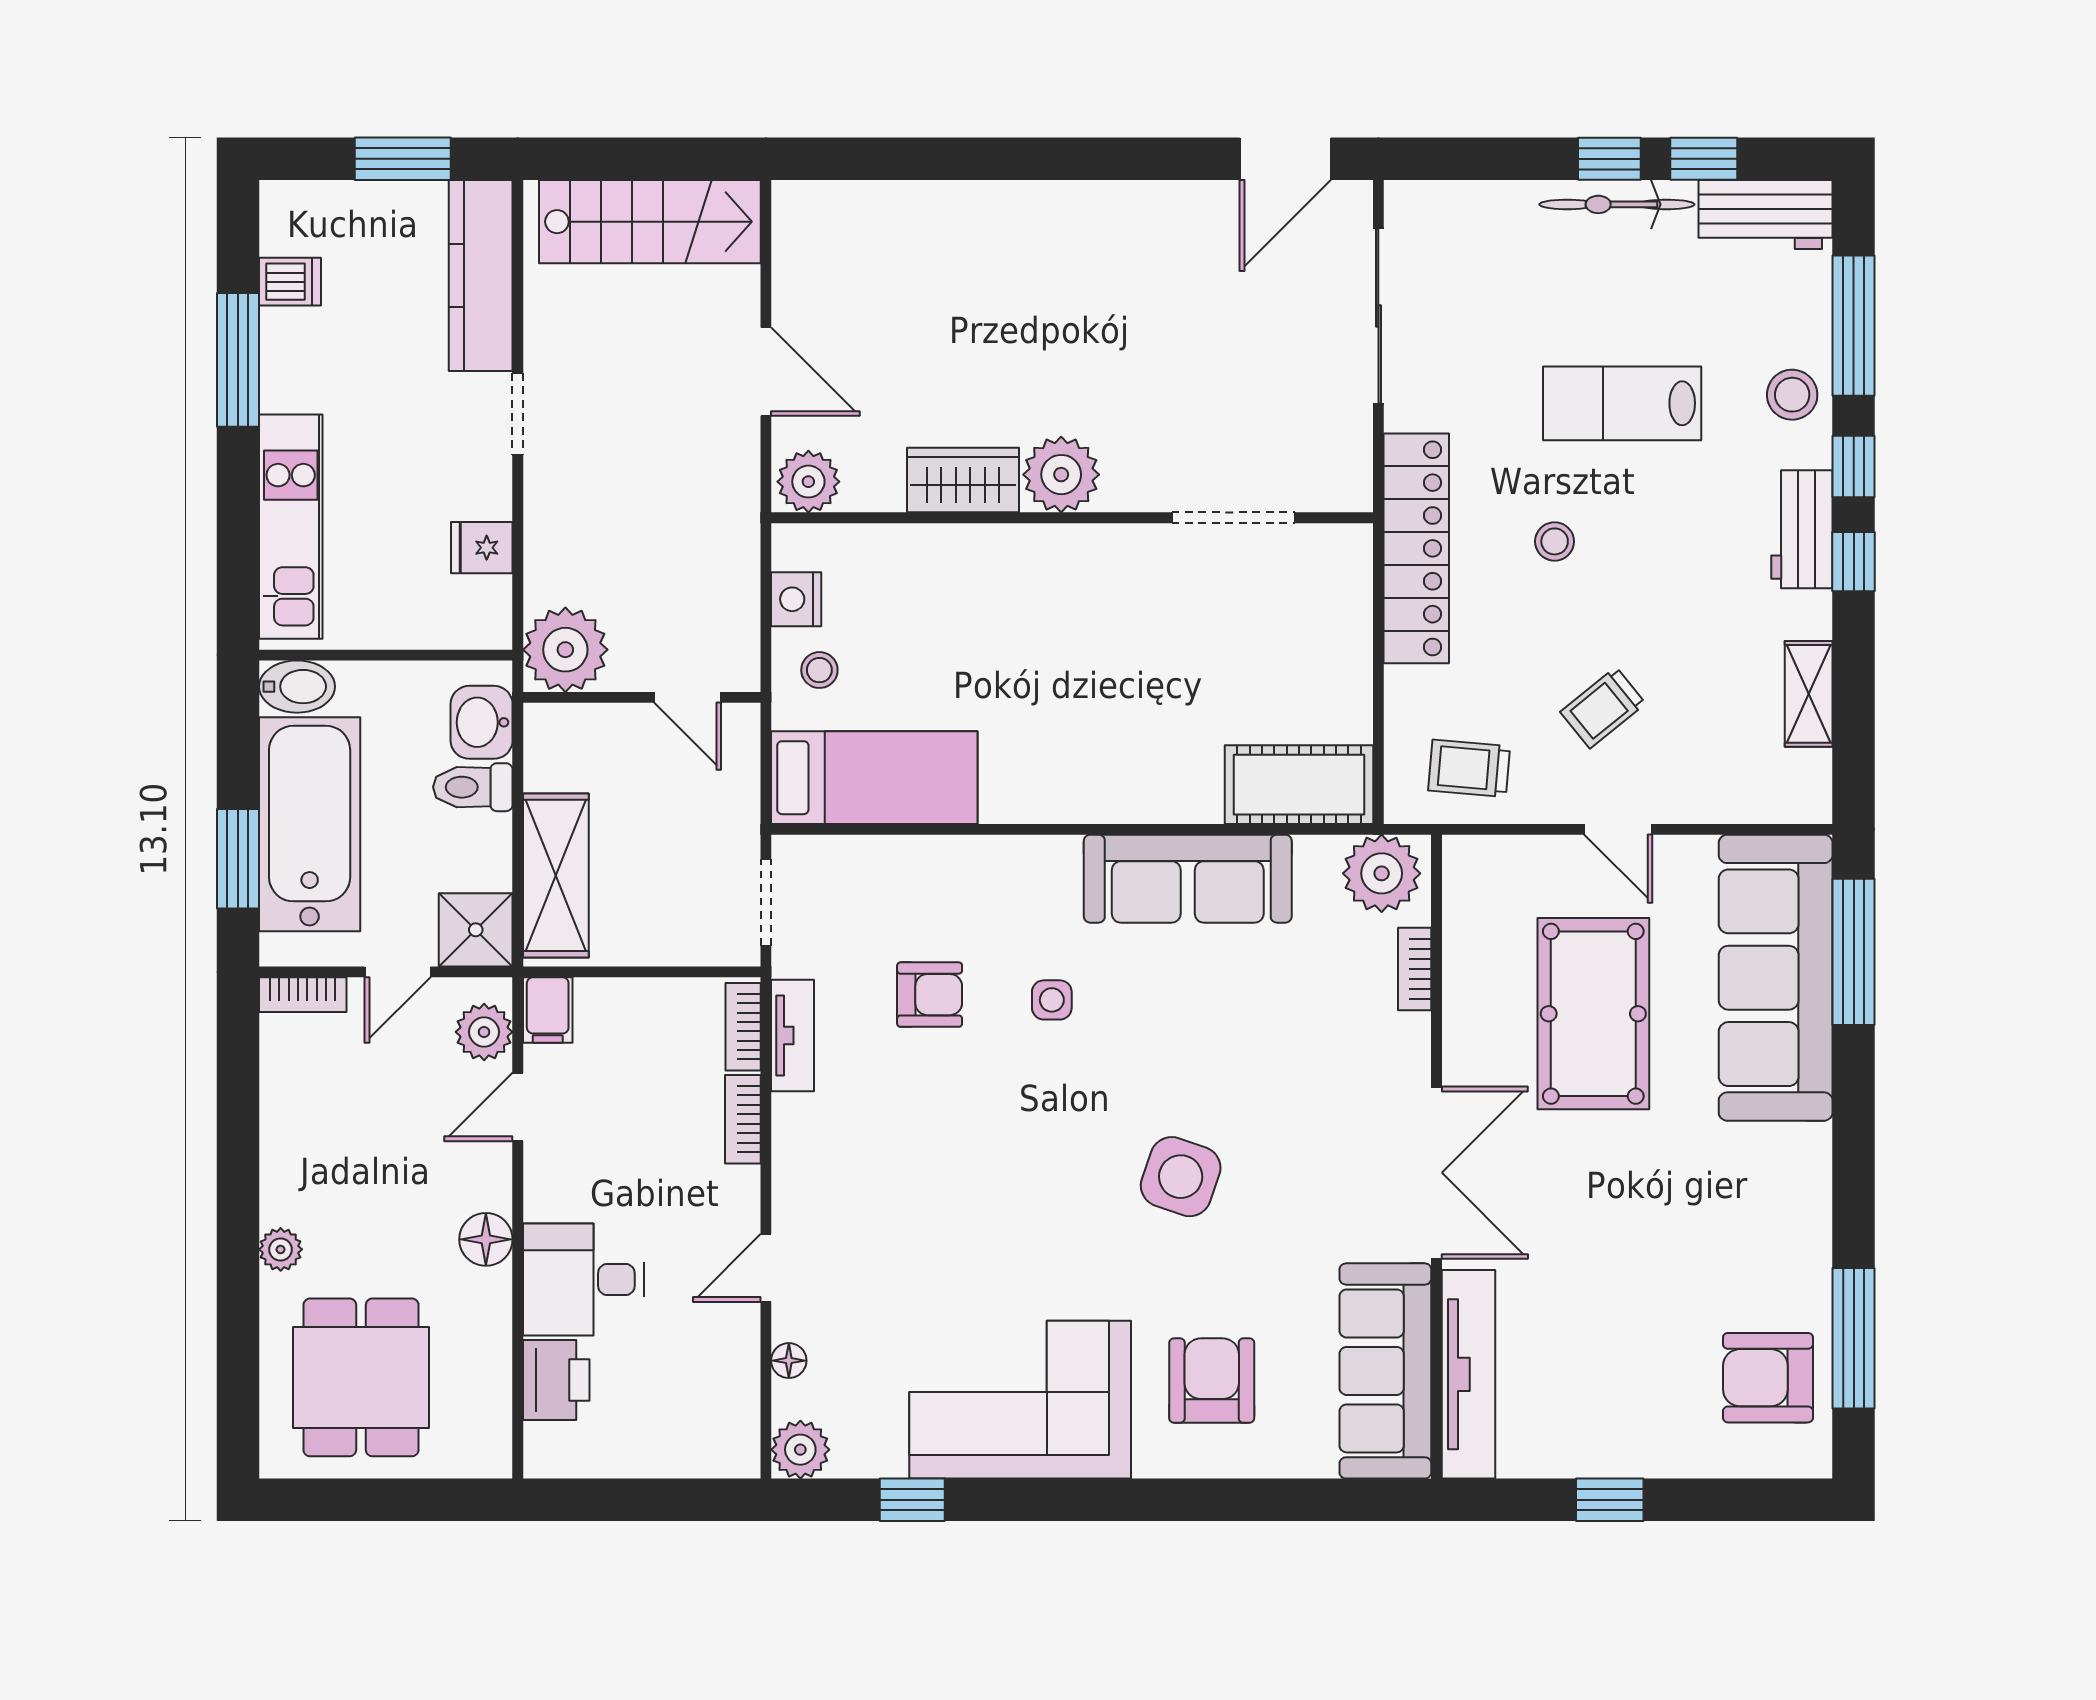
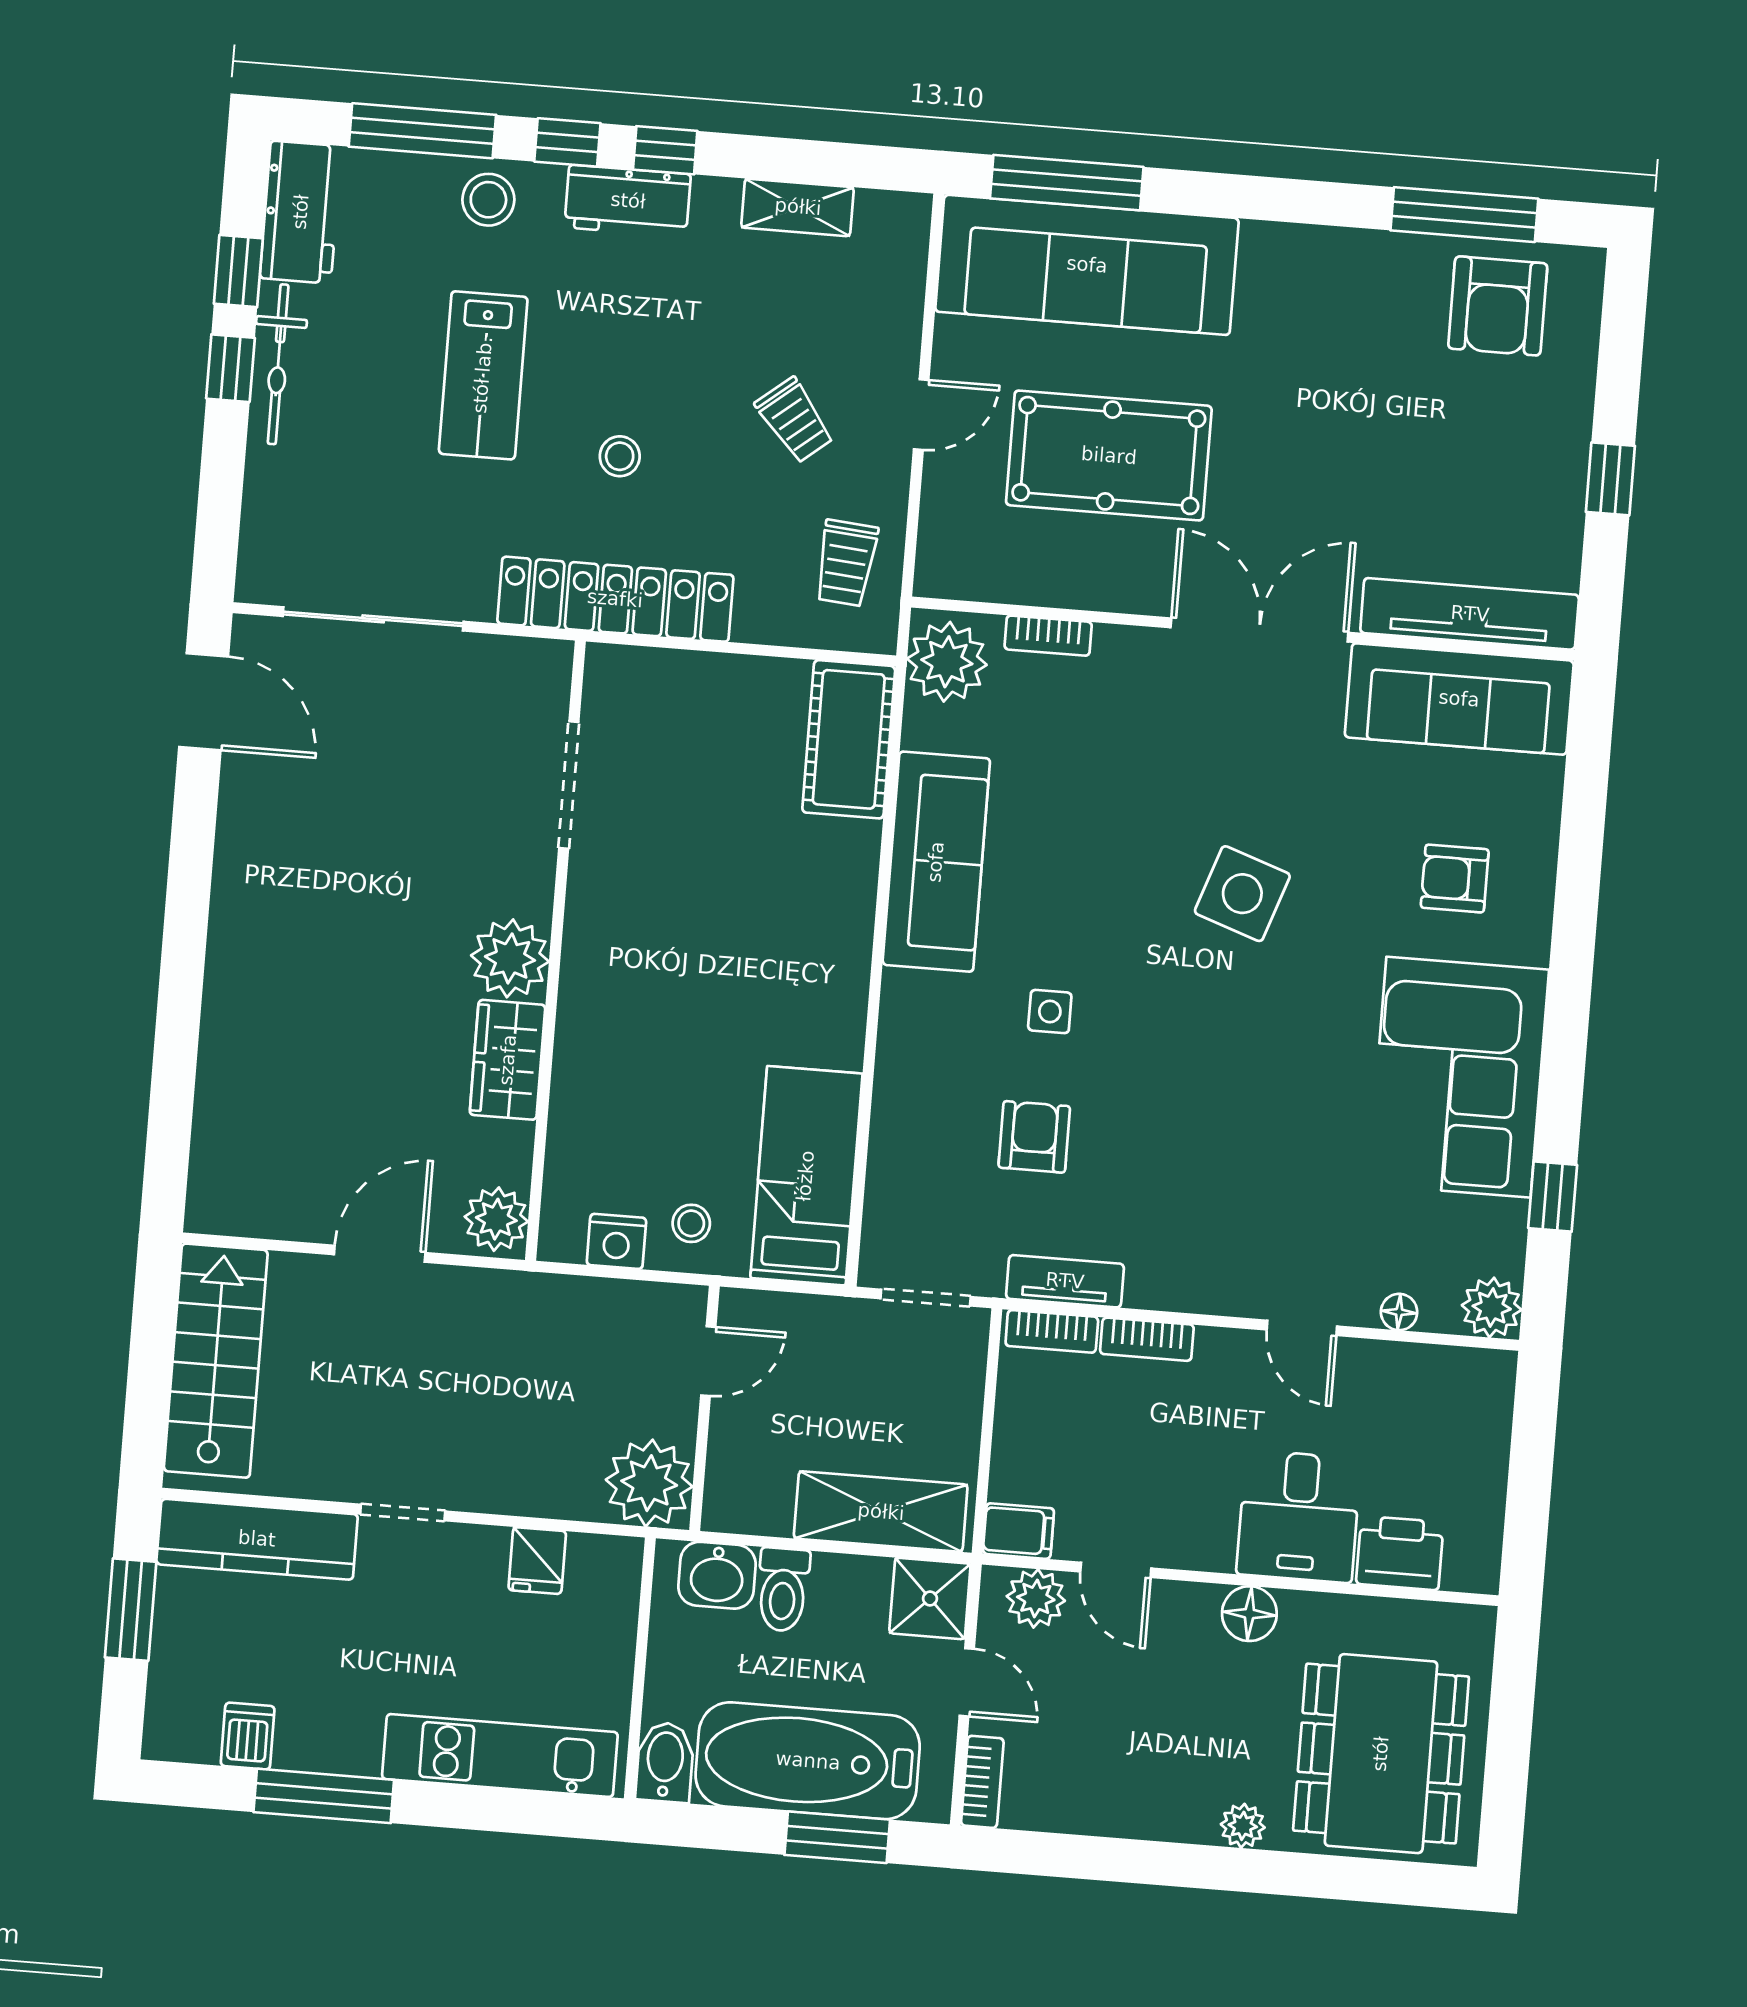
dining table: (361, 1377) -> (1381, 1754), width x1.38
armchair: (1212, 1381) -> (1455, 879), width x0.72, depth x0.72

